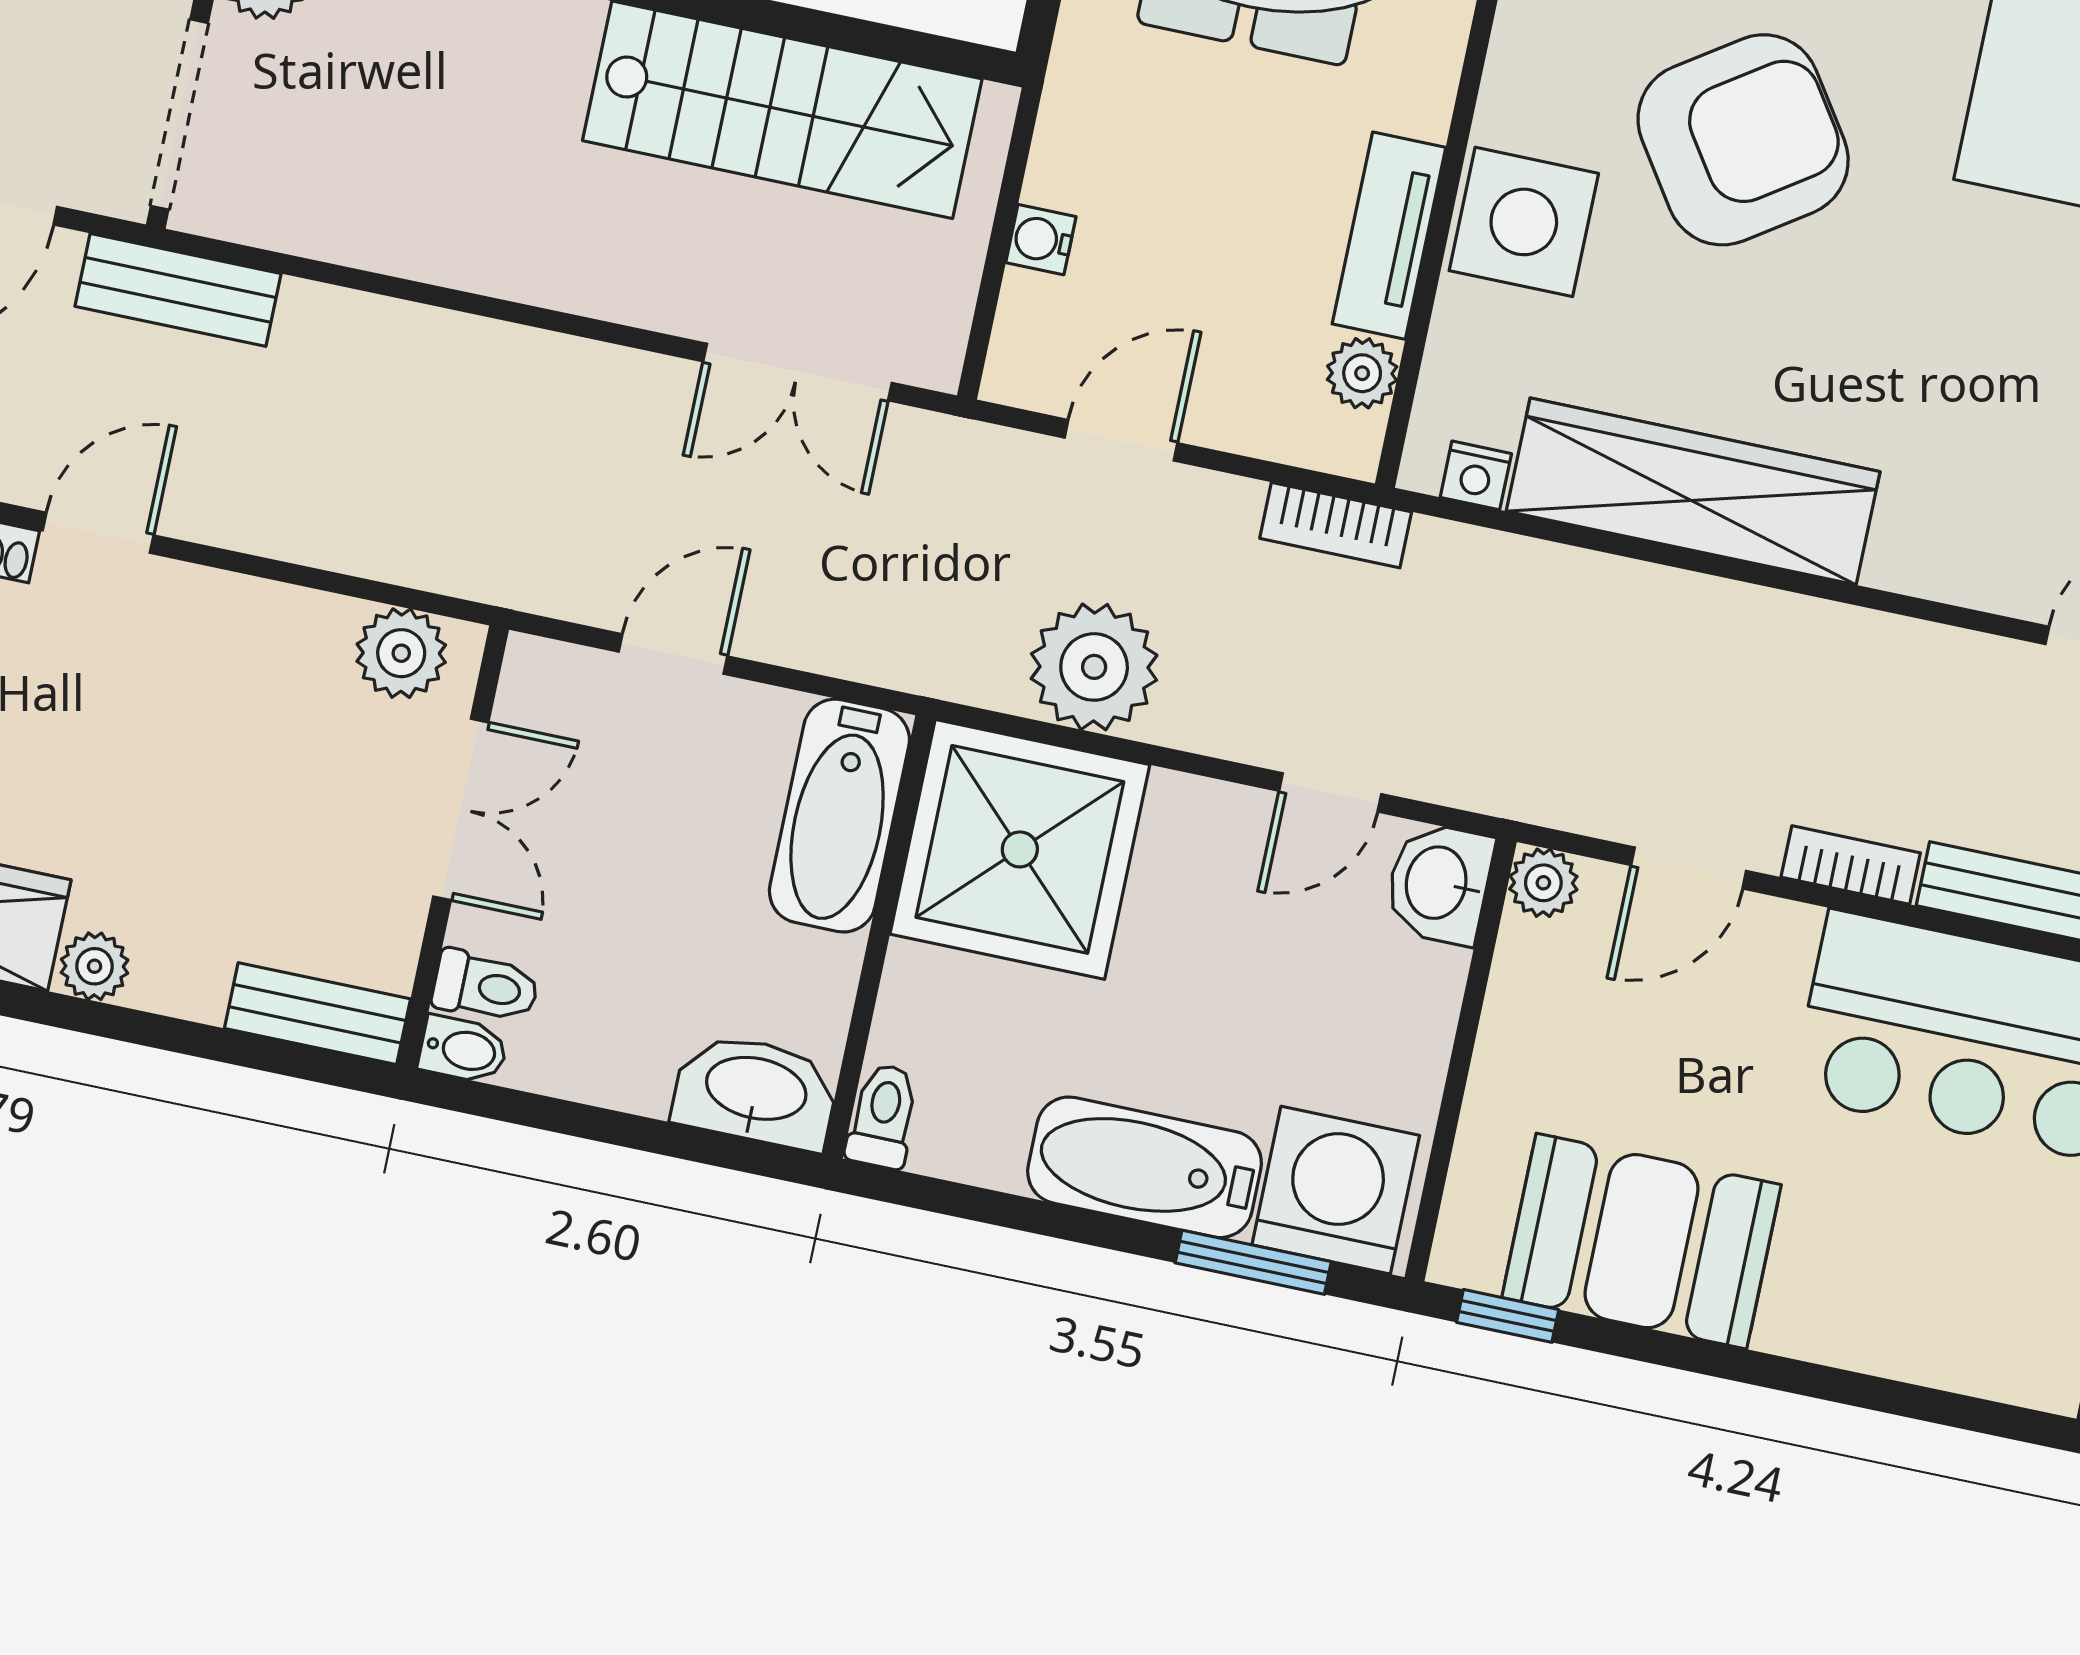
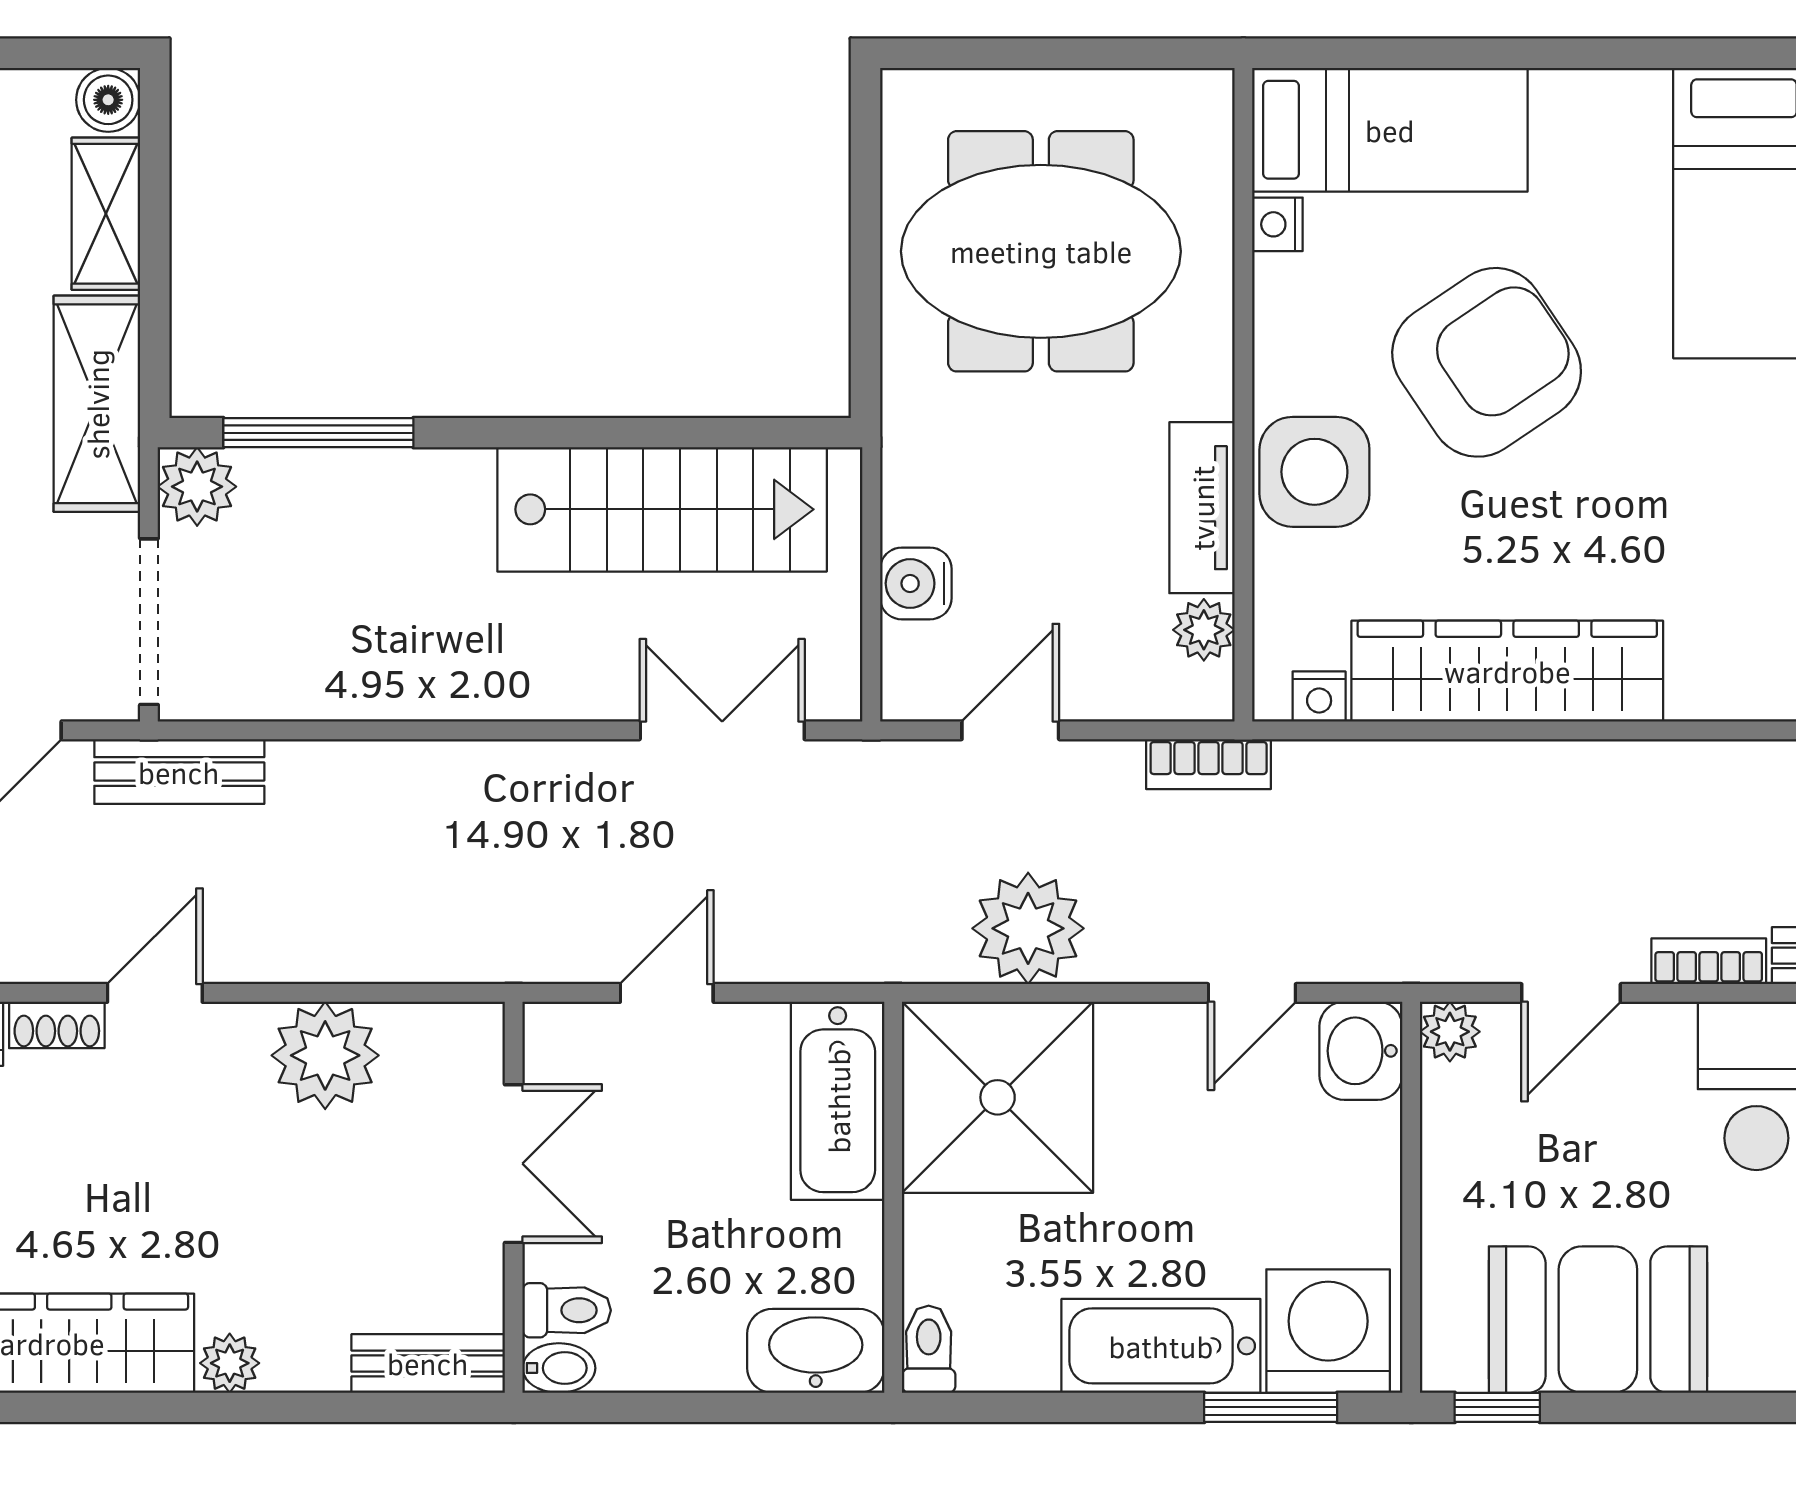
water cooler: (1041, 240) -> (916, 583), width x1.38, depth x1.38
double door: (798, 372) -> (722, 730), swing flipped
plant: (401, 653) -> (325, 1055), moved, width x1.36, depth x1.36

